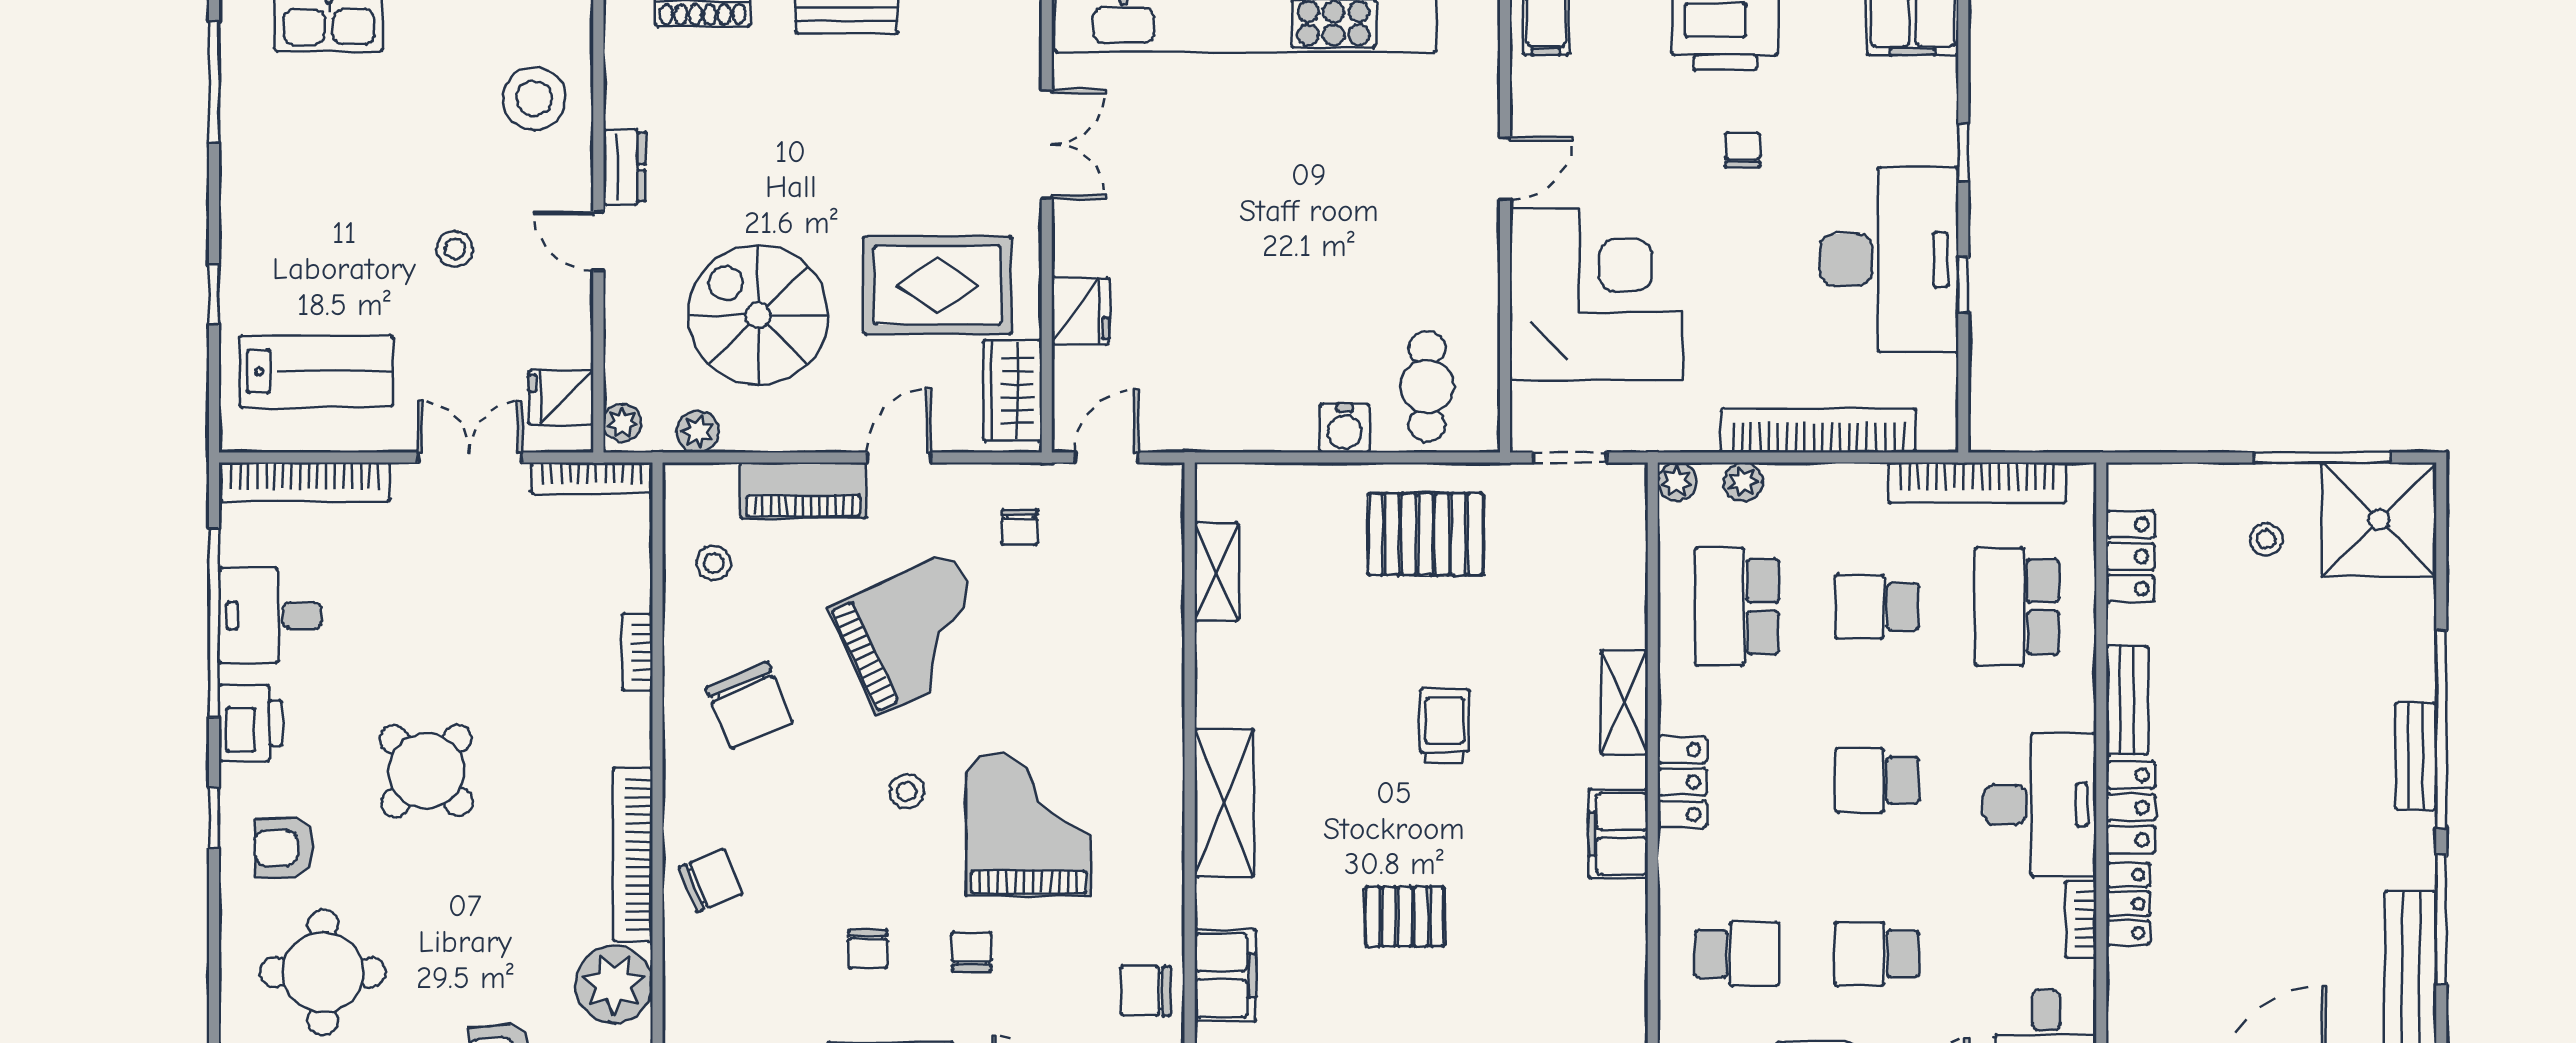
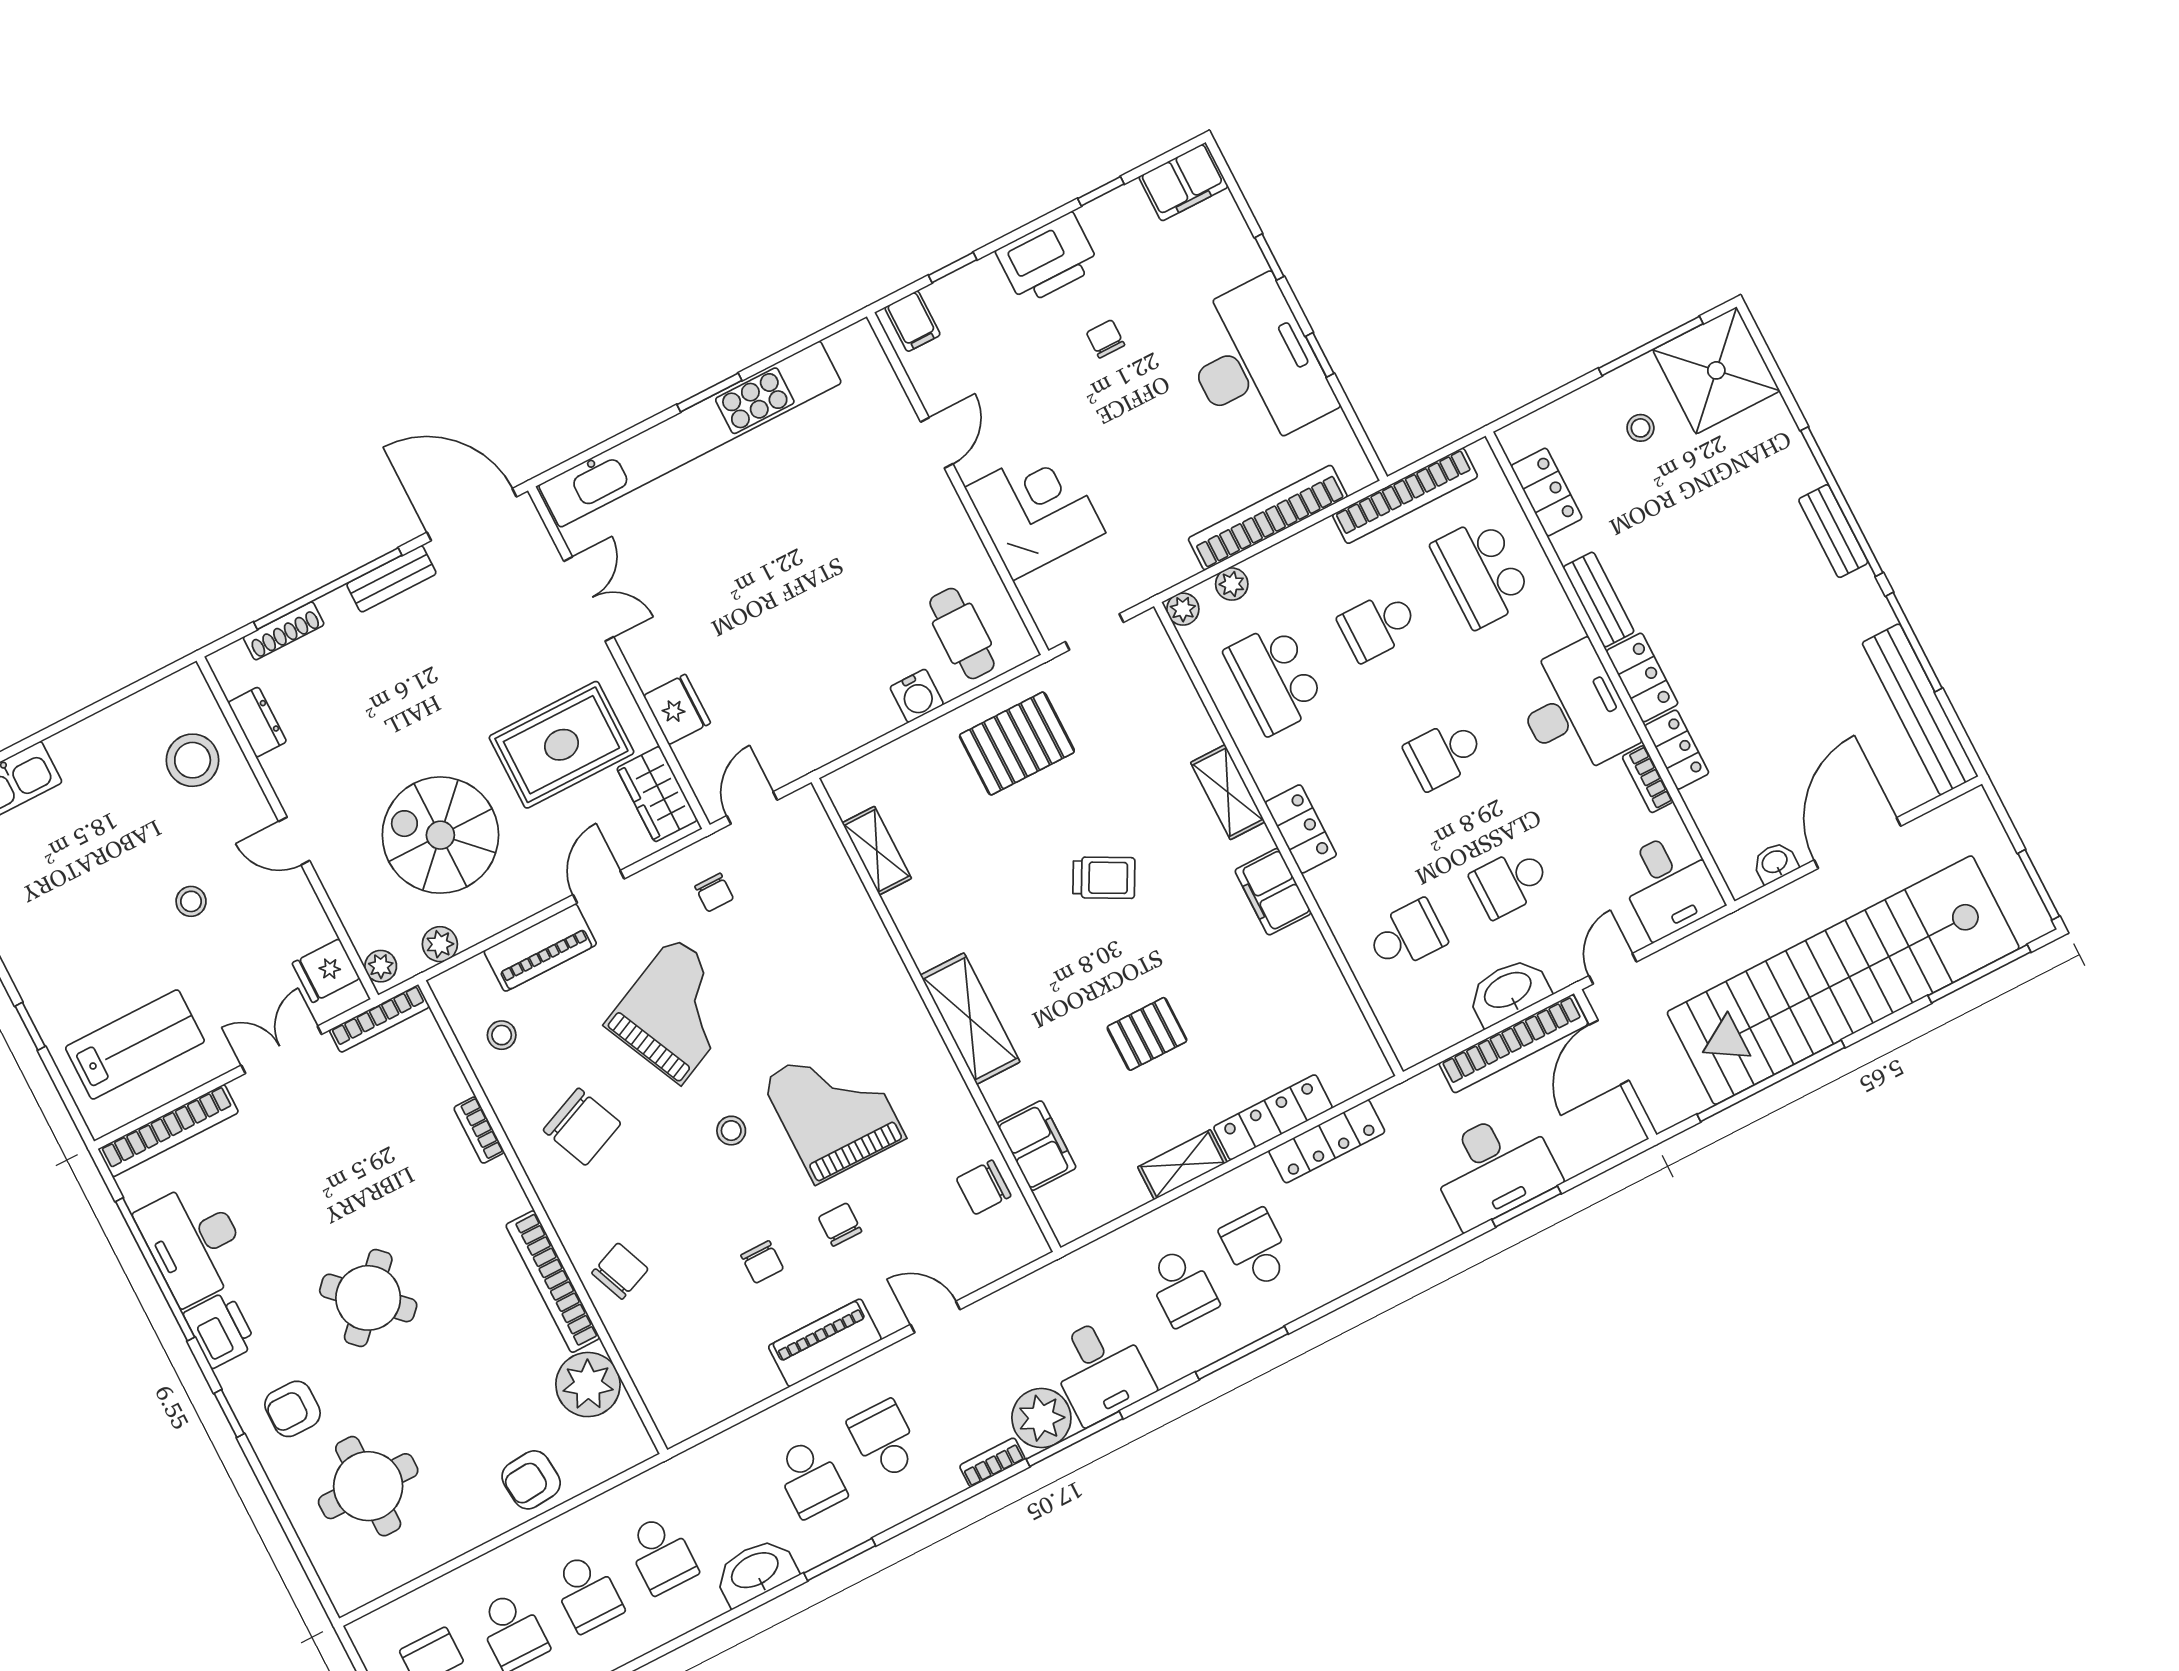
dresser: (624, 167) -> (257, 722), moved
corner desk: (1596, 294) -> (1035, 510), width x0.74, depth x0.74
desk: (270, 616) -> (194, 1243), width x1.37
trolley: (1445, 726) -> (1104, 878), turned 118

